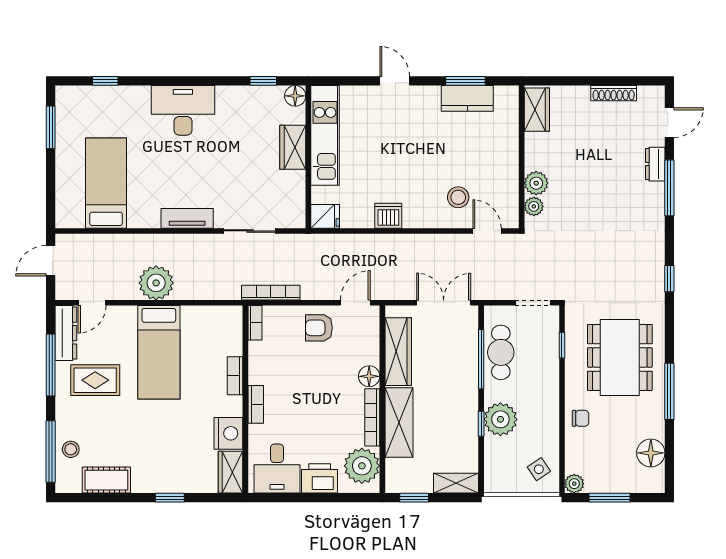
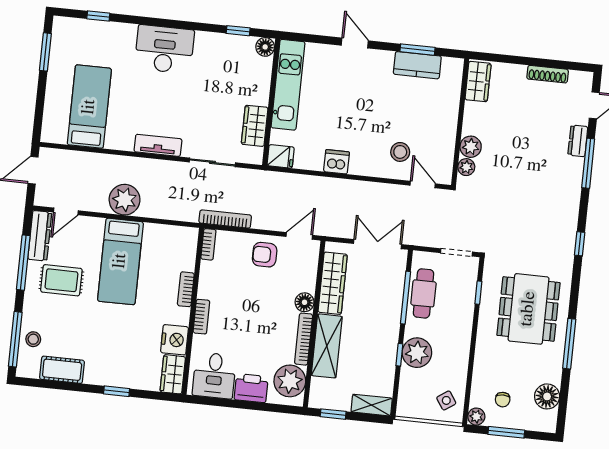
wardrobe: (293, 147) -> (255, 126), moved
chair: (581, 418) -> (503, 400), moved, turned 89

